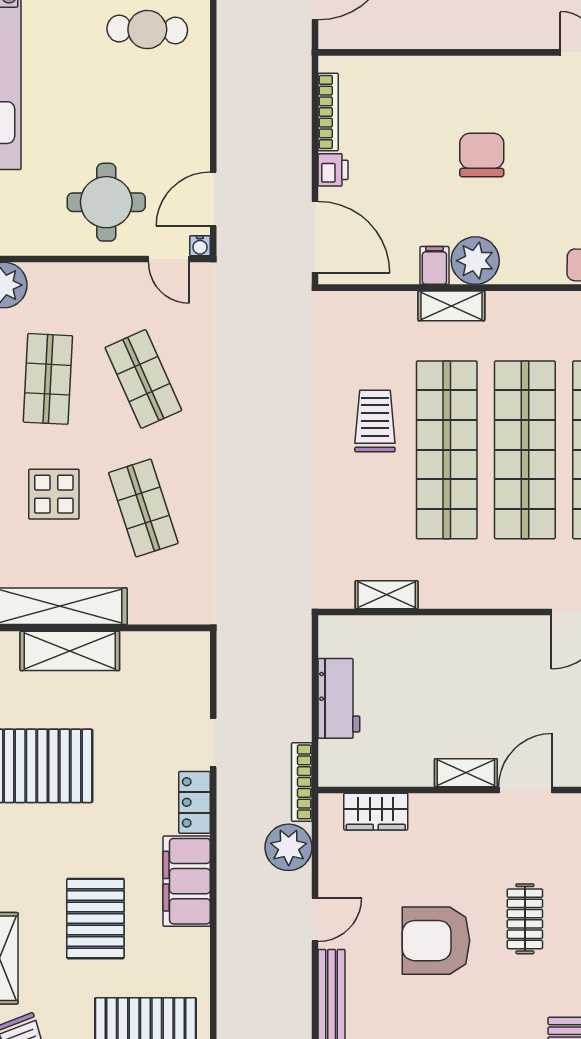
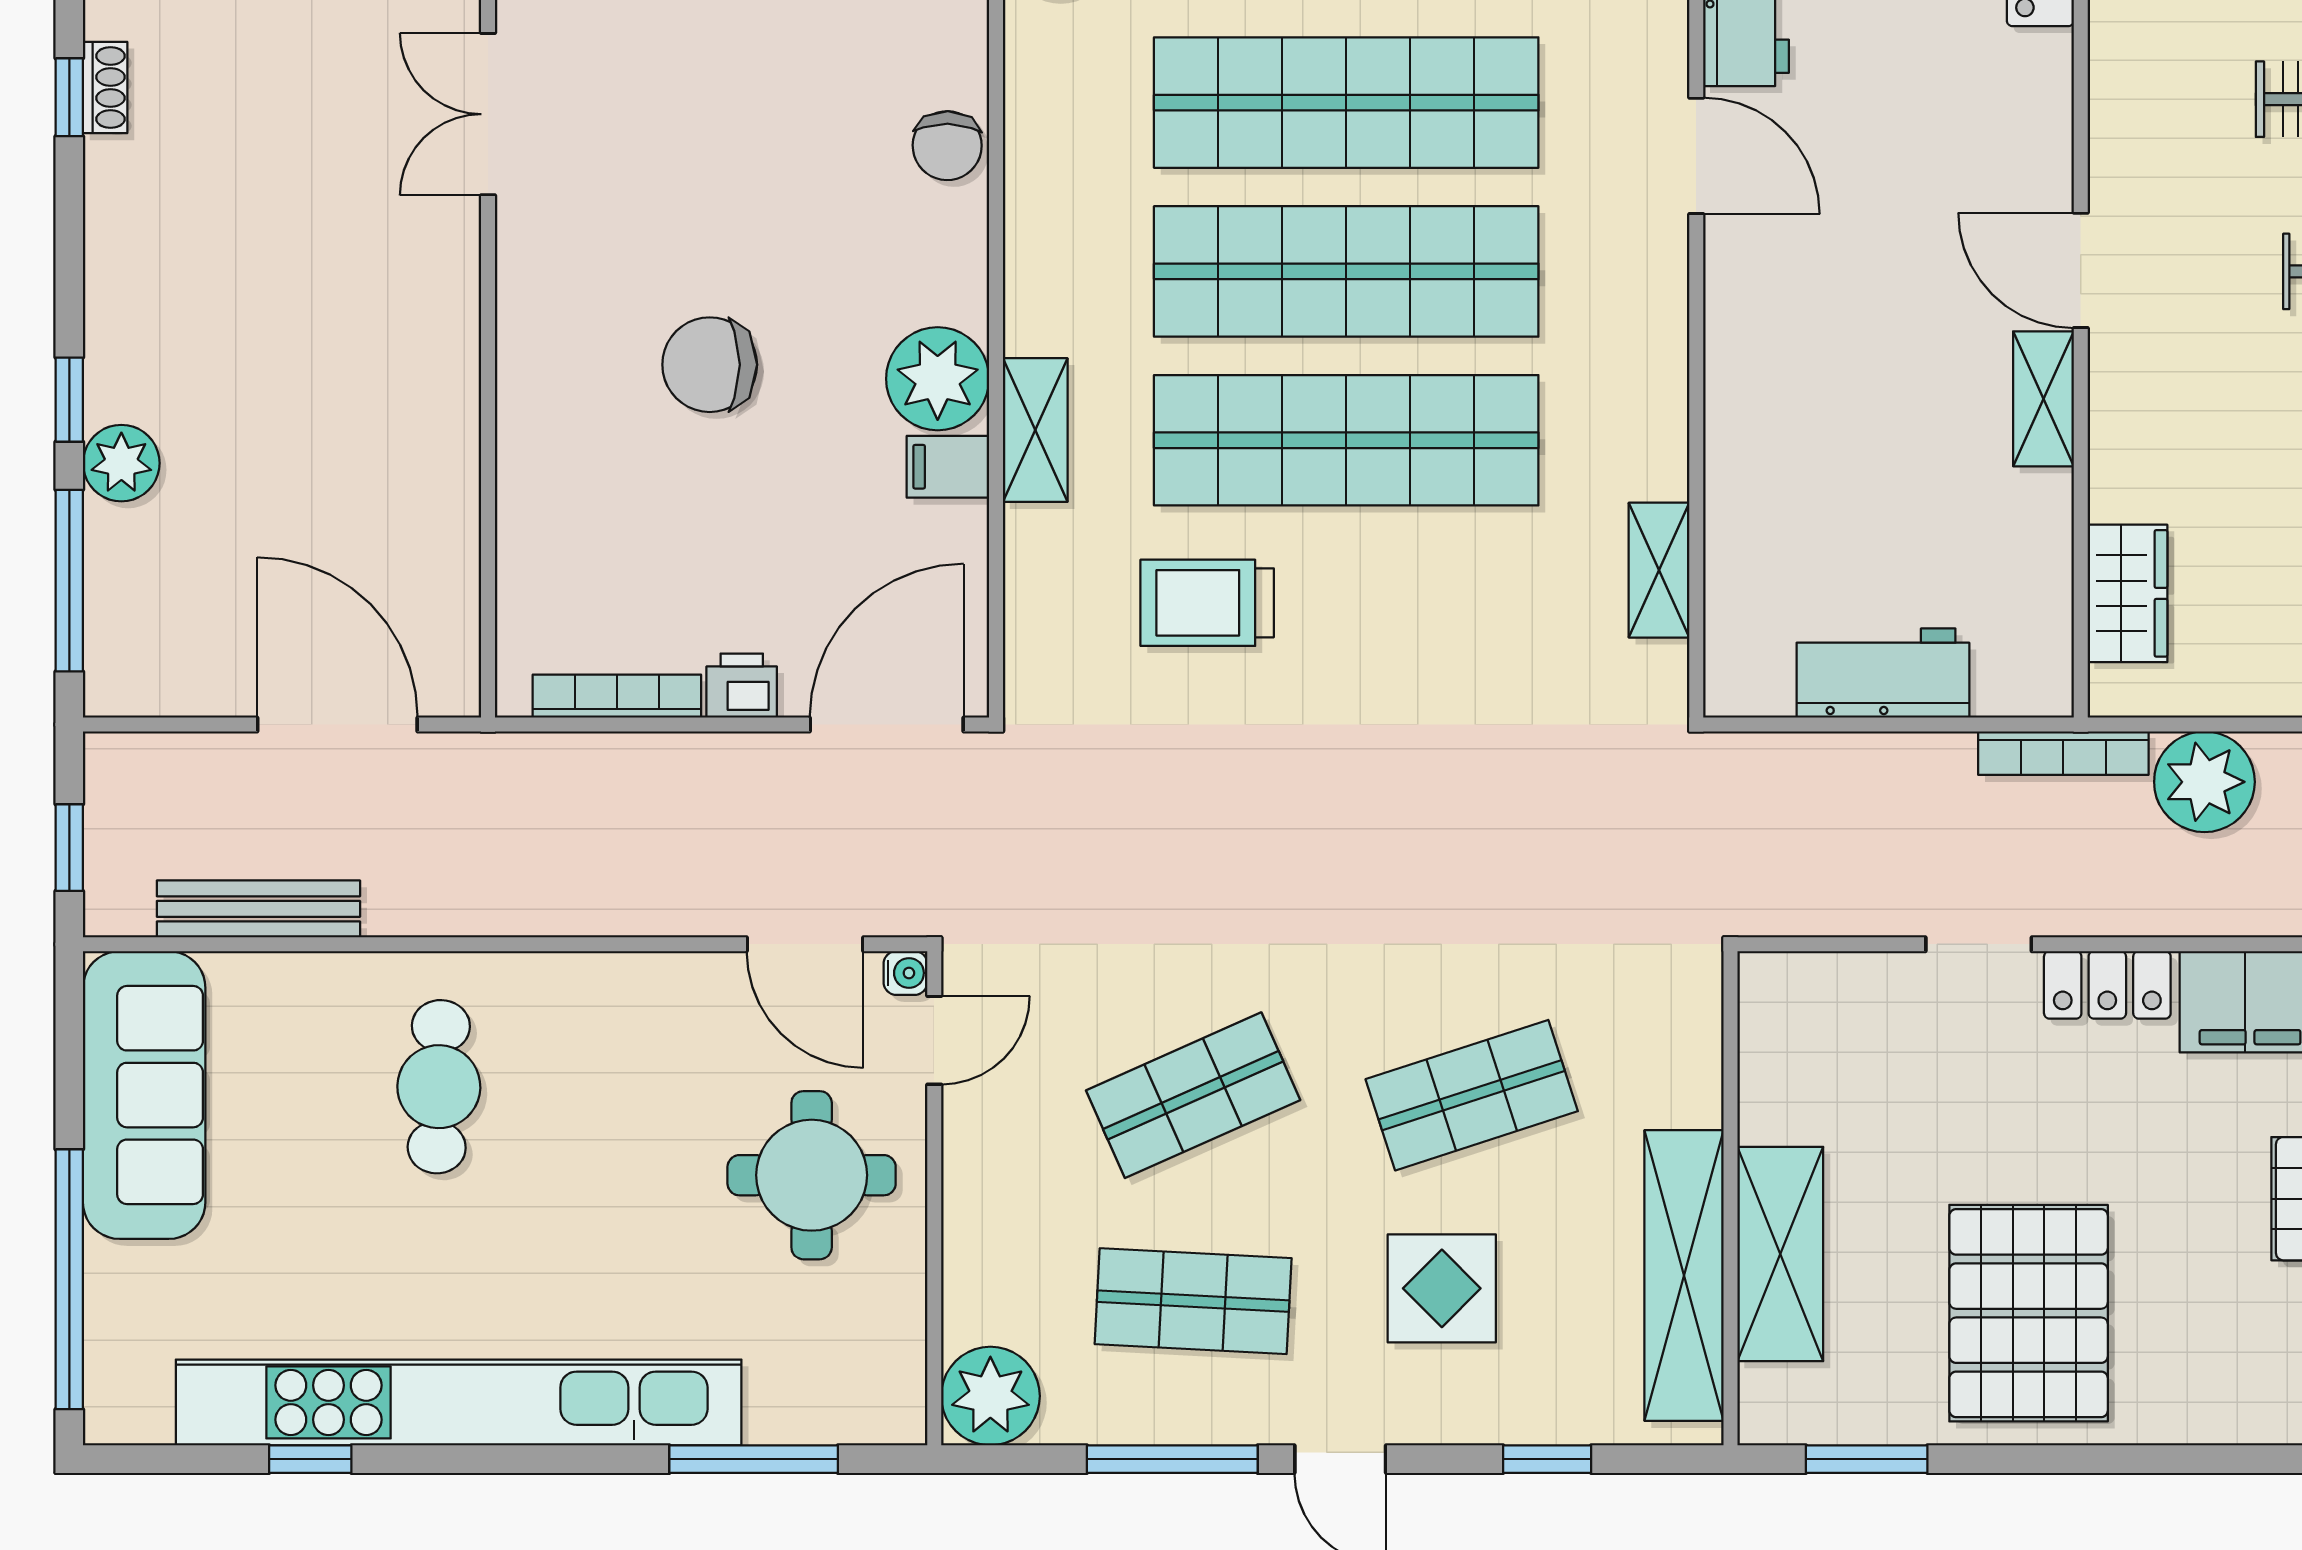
trolley: (375, 421) -> (1207, 603), moved

